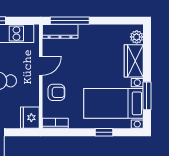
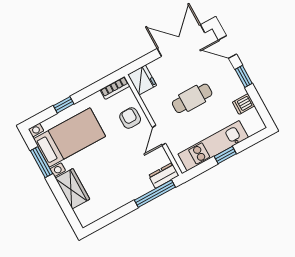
dresser: (60, 31) -> (164, 175), width x0.70
plant: (137, 37) -> (82, 213), removed
armchair: (56, 92) -> (130, 118), turned 90

